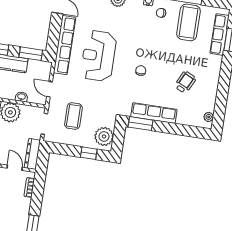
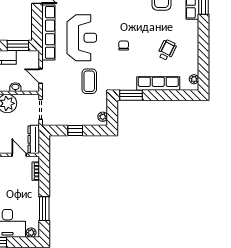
reception desk: (98, 56) -> (82, 38), turned 180
row of seats: (154, 113) -> (158, 83), moved
coffee table: (73, 116) -> (89, 81), moved
plant: (104, 136) -> (103, 117), width x0.53, depth x0.53
window: (89, 153) -> (75, 130), moved

